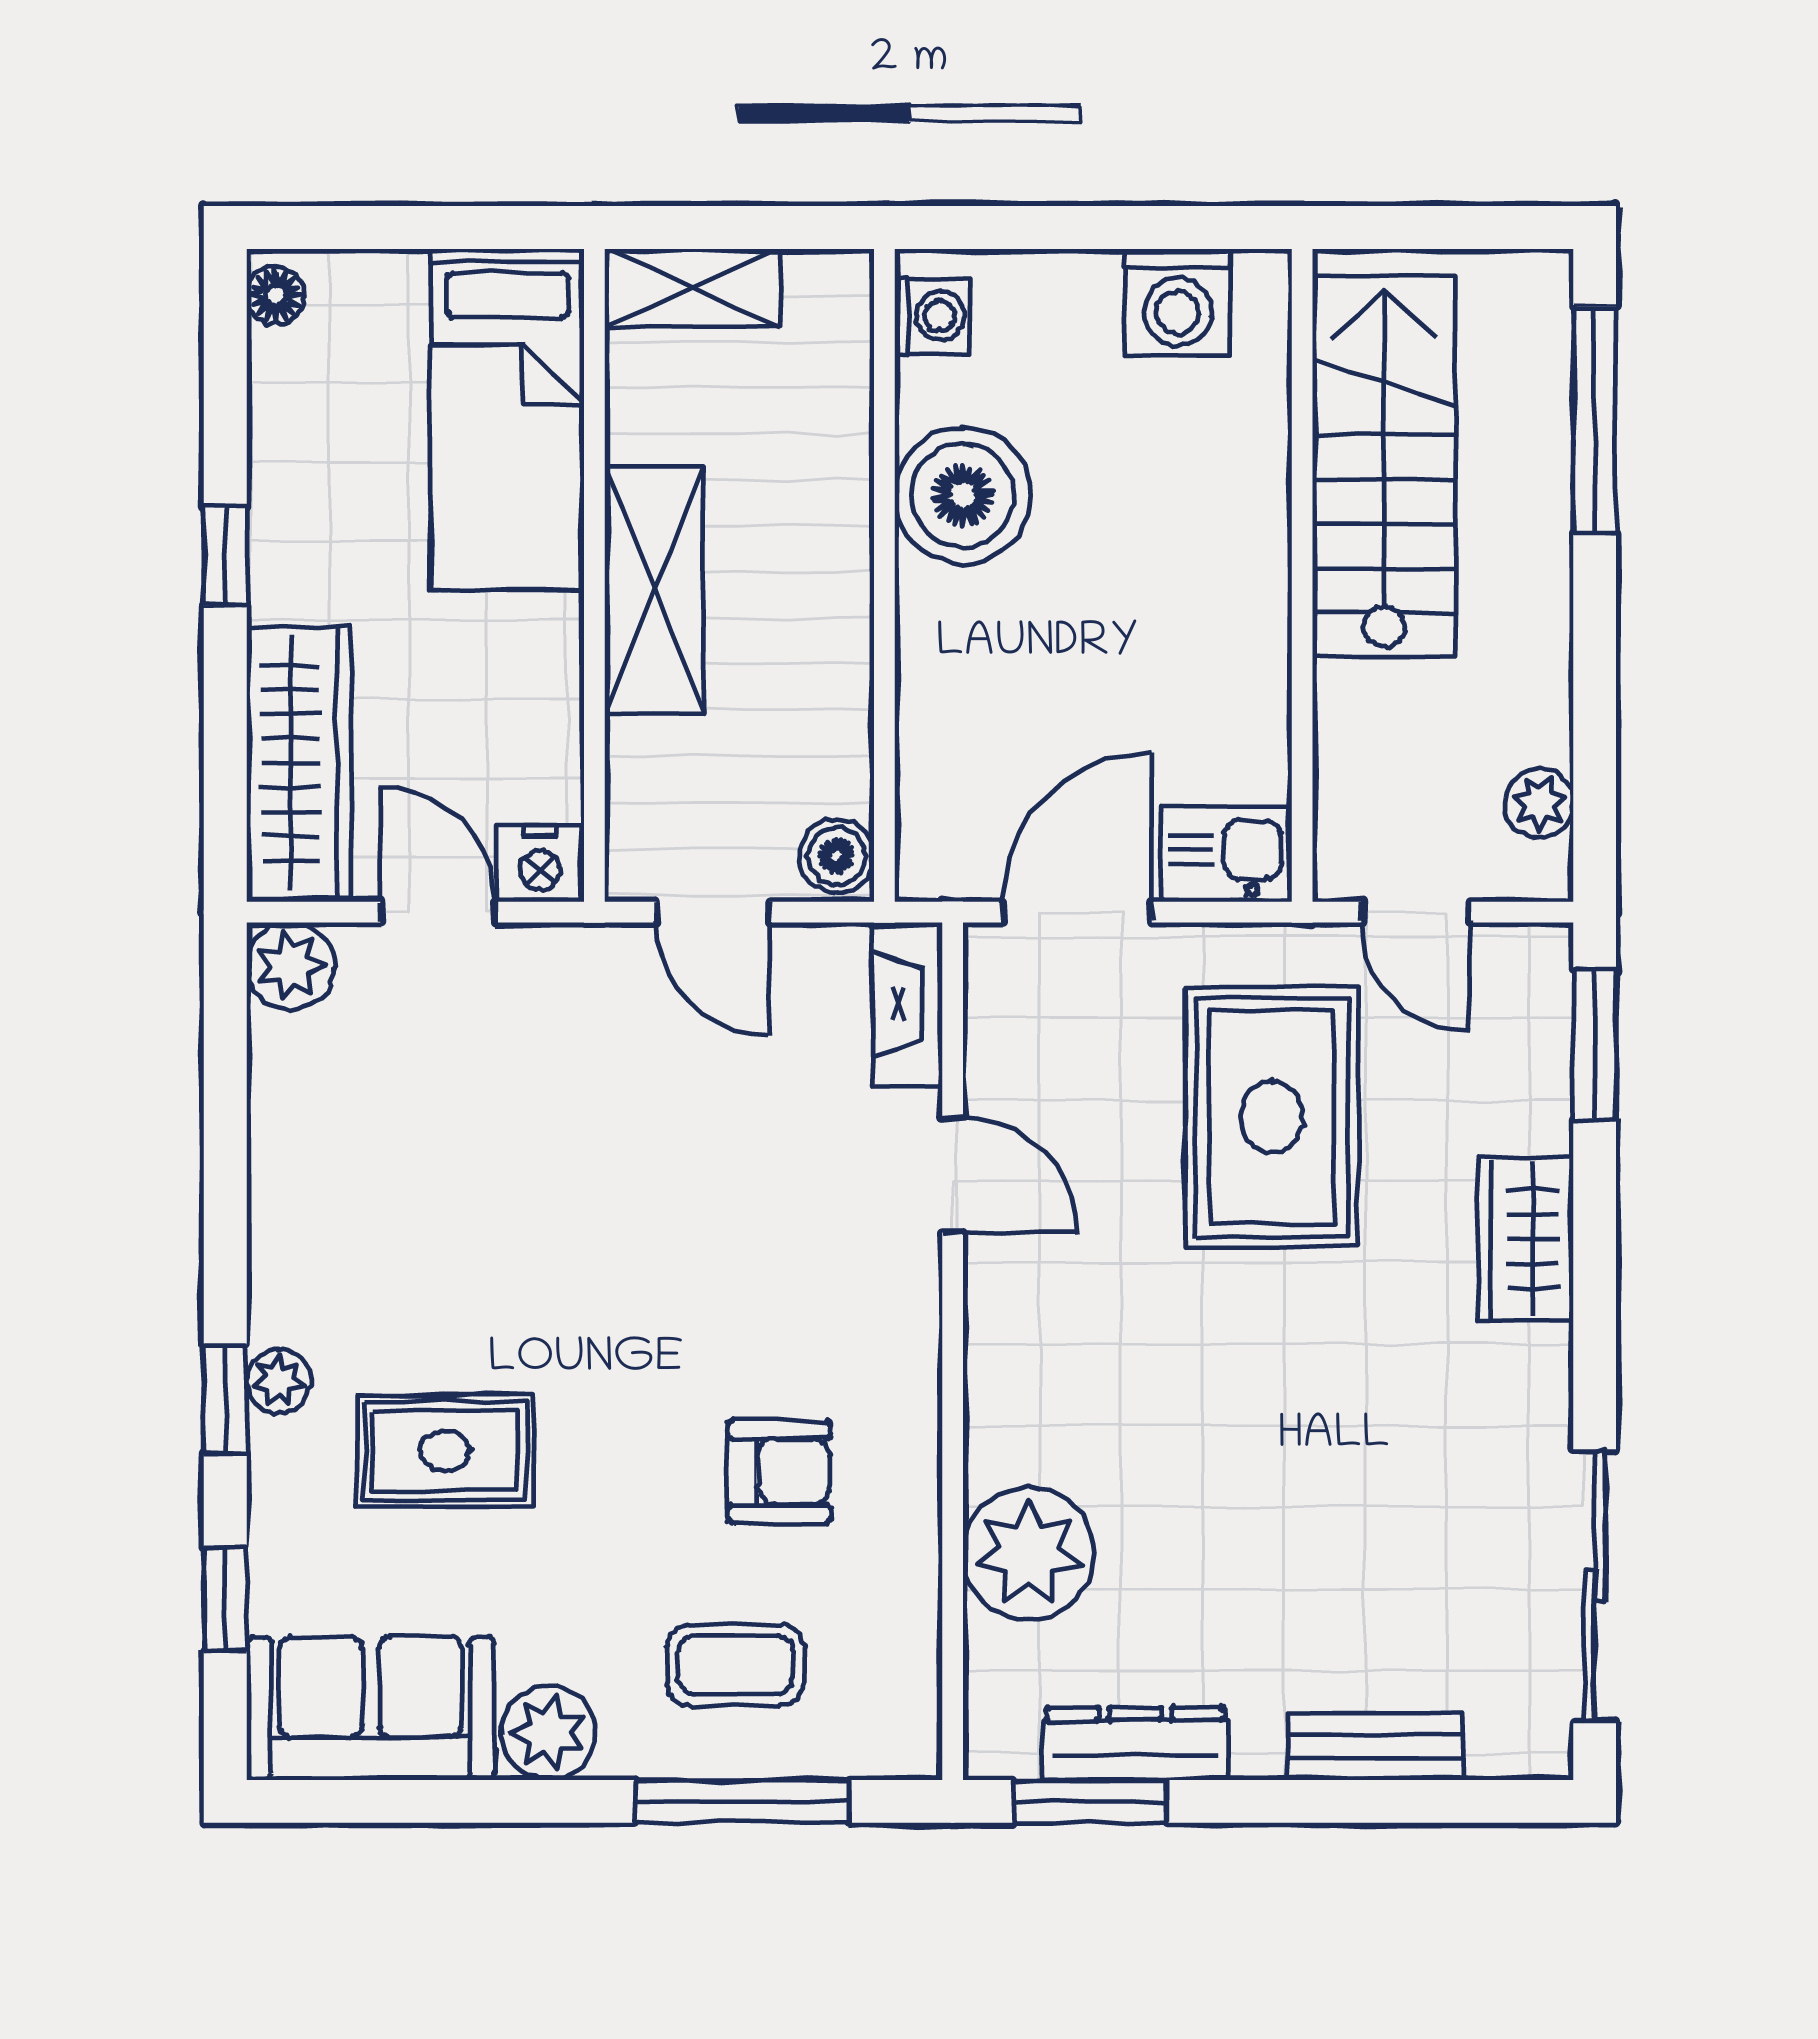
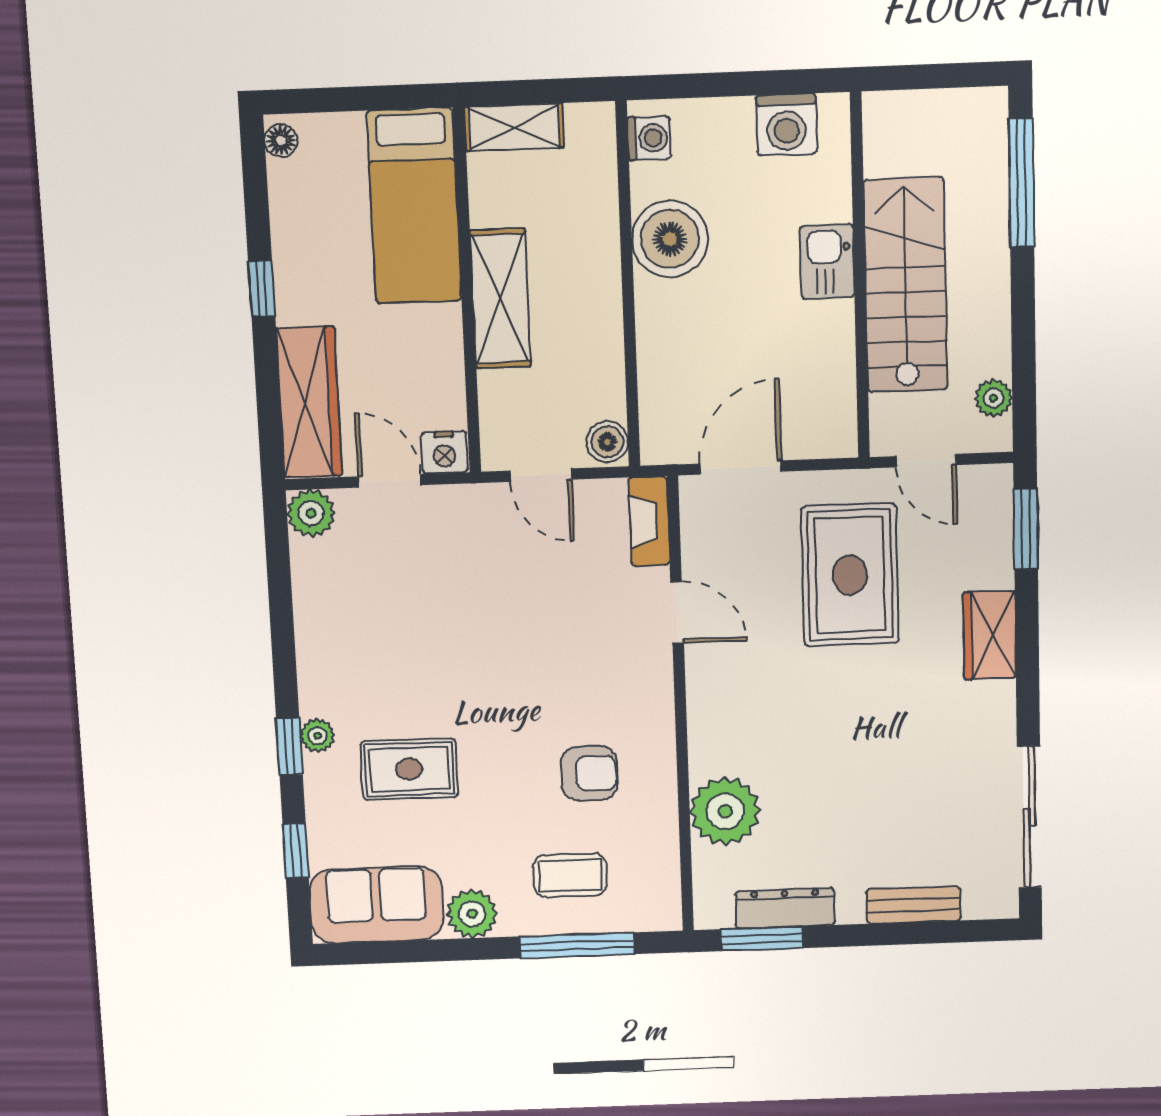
stairs: (1384, 467) -> (906, 285), moved
kitchen sink: (1226, 854) -> (827, 262), moved, turned -90

